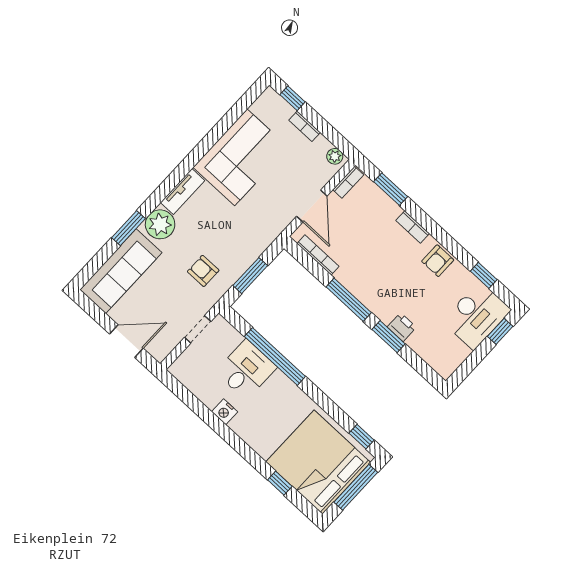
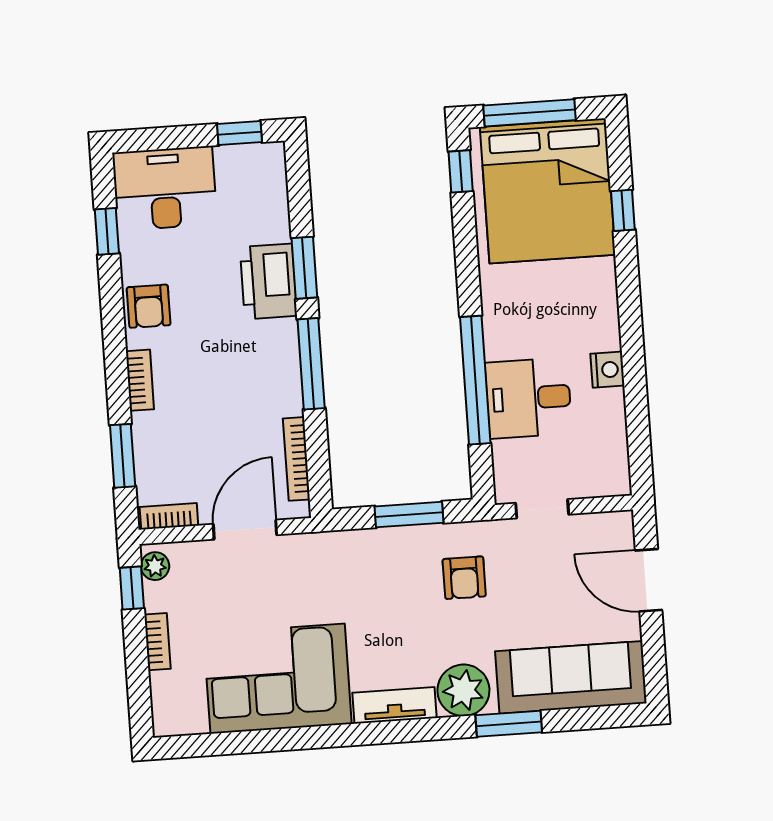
window: (292, 98) -> (132, 588), moved
armchair: (438, 261) -> (149, 306), turned 90
printer: (402, 327) -> (268, 281), width x1.87, depth x1.48
window: (500, 331) -> (239, 133), moved

